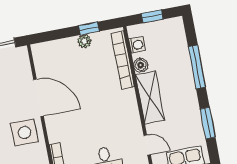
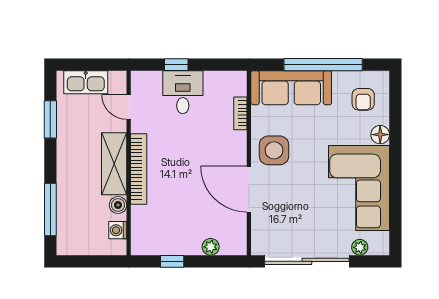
window: (152, 16) -> (93, 261), removed
plant: (84, 41) -> (211, 247), moved
bookcase: (123, 60) -> (139, 169), moved
window: (197, 67) -> (50, 210), moved

